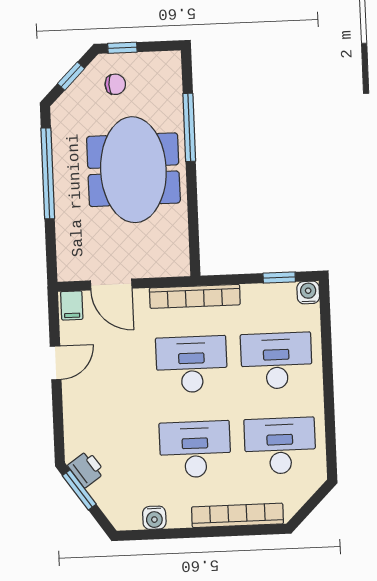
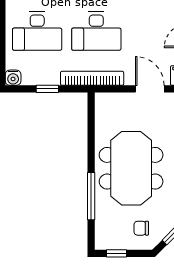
window: (122, 48) -> (116, 253), moved
window: (279, 278) -> (47, 89), moved

